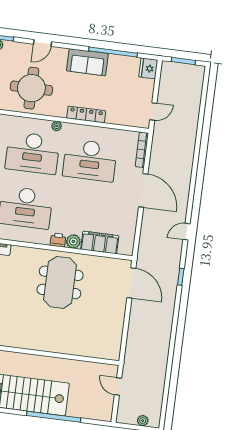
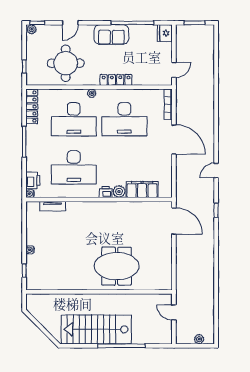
meeting table: (60, 282) -> (117, 266), moved, turned 90

